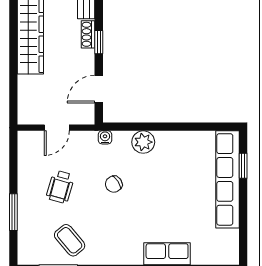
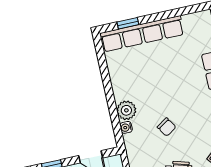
water cooler: (105, 137) -> (126, 127), moved

